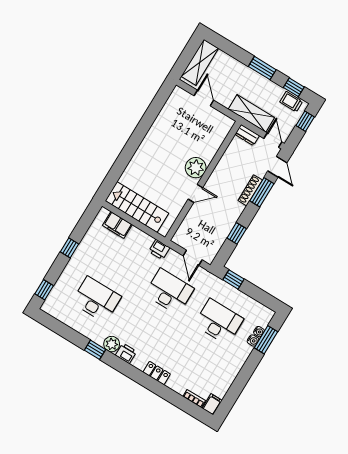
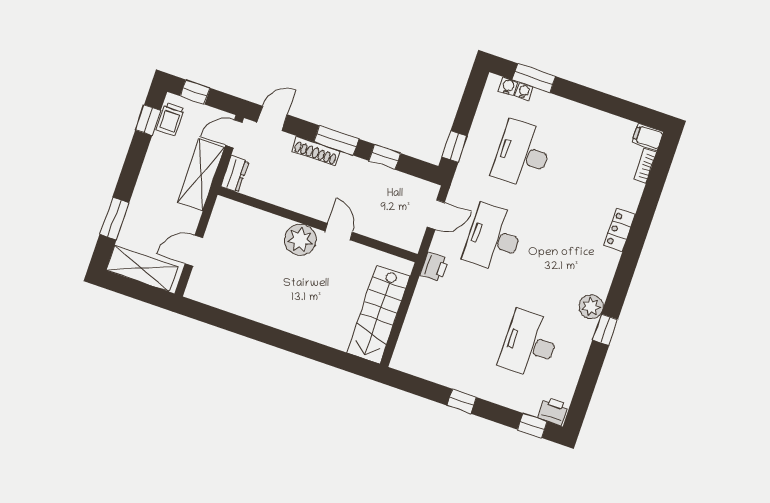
window: (262, 68) -> (114, 219), moved
window: (262, 192) -> (336, 140), moved
filing cabinet: (117, 225) -> (412, 338), removed
water cooler: (253, 340) -> (508, 87), moved
printer: (126, 353) -> (553, 411), moved, turned 90

